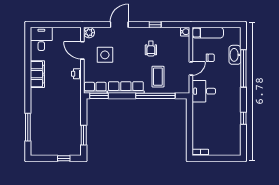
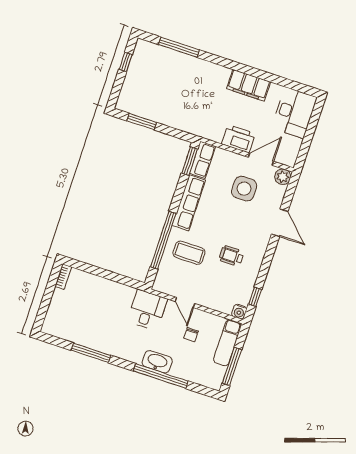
window: (155, 25) -> (255, 297), moved
window: (222, 25) -> (232, 366), added
desk: (41, 39) -> (294, 113), width x1.37
washbasin: (235, 55) -> (157, 362), moved
printer: (76, 74) -> (238, 139), width x1.87, depth x1.48
window: (243, 118) -> (91, 353), width x2.17
window: (64, 158) -> (126, 62), moved

